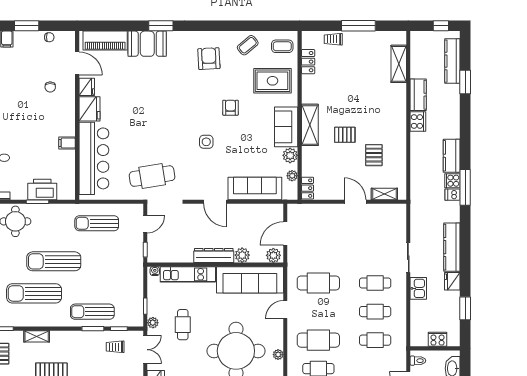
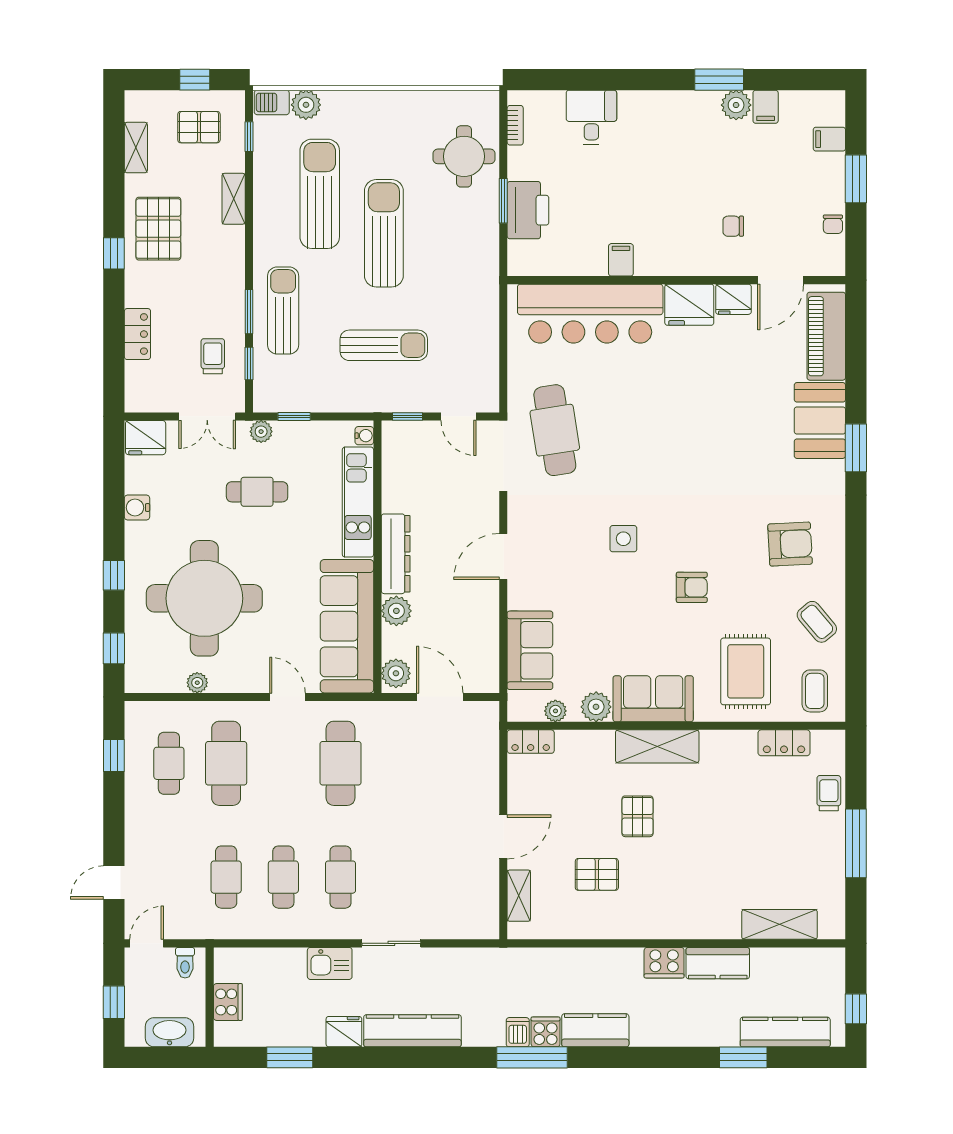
sofa: (255, 188) -> (530, 650), width x0.73
sun lounger: (97, 223) -> (384, 345), moved, turned 90

